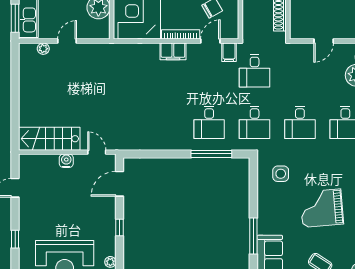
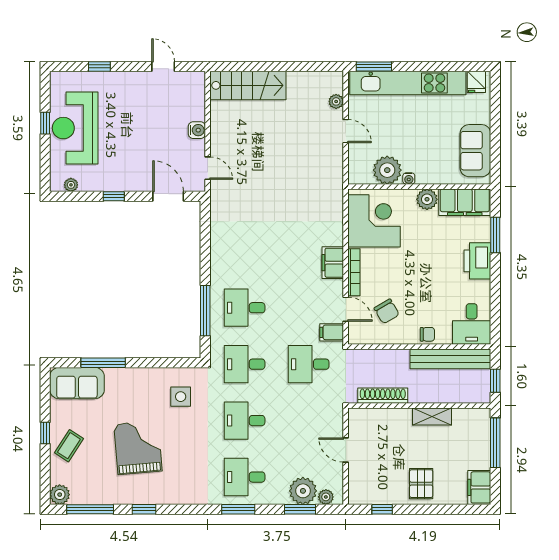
stairs: (49, 139) -> (248, 85), moved, turned 90
door: (97, 152) -> (208, 168), hinge flipped

